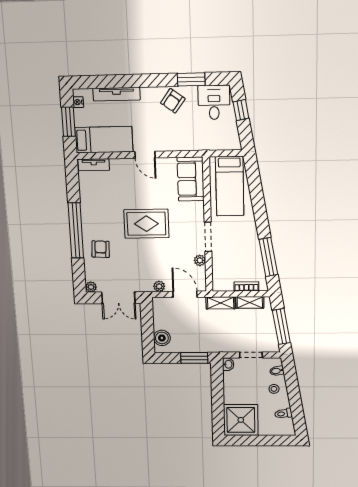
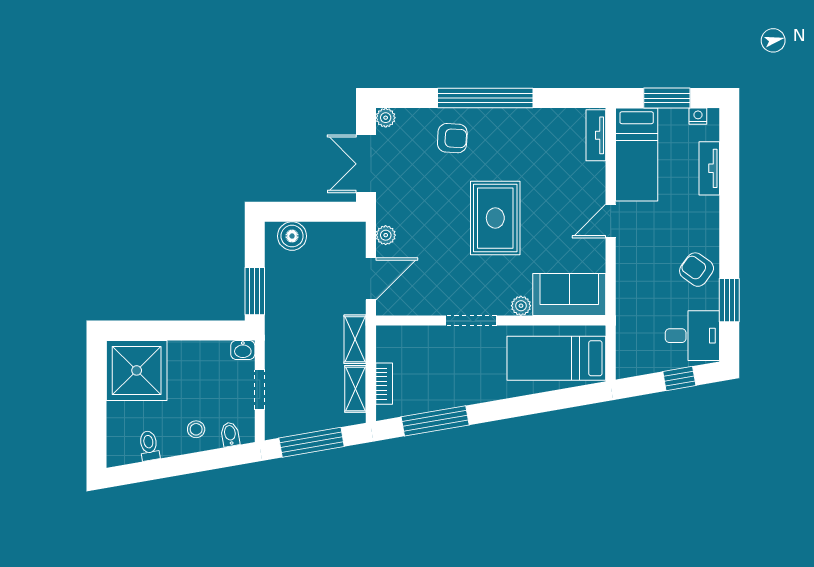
tv unit: (116, 94) -> (709, 168), width x0.71
plant: (200, 260) -> (521, 306), moved

